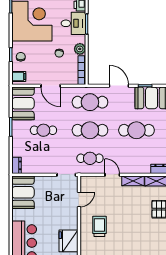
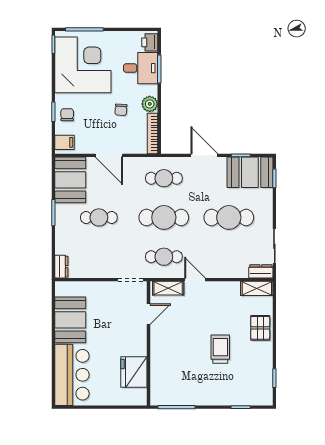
cafe table: (90, 102) -> (164, 178), width x0.73, depth x0.74
shelving: (133, 181) -> (168, 288), moved
booth: (23, 192) -> (70, 320), moved
trolley: (99, 226) -> (220, 349), moved

